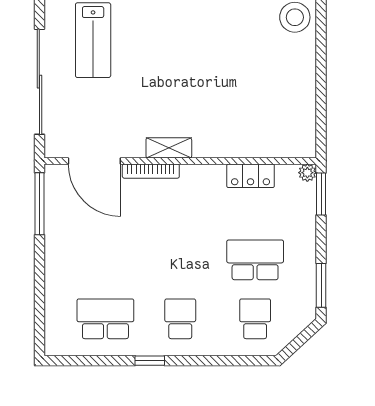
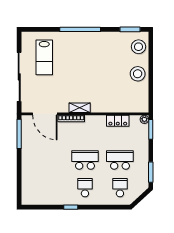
stool: (293, 75) -> (138, 74), added
school desk: (105, 319) -> (85, 160), moved

